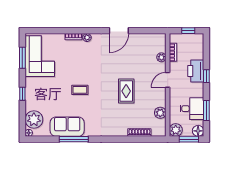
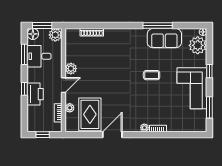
corner sofa: (40, 56) -> (192, 88), moved
rug: (126, 91) -> (90, 114), moved, width x1.36, depth x1.43
plant: (160, 113) -> (71, 69), moved

